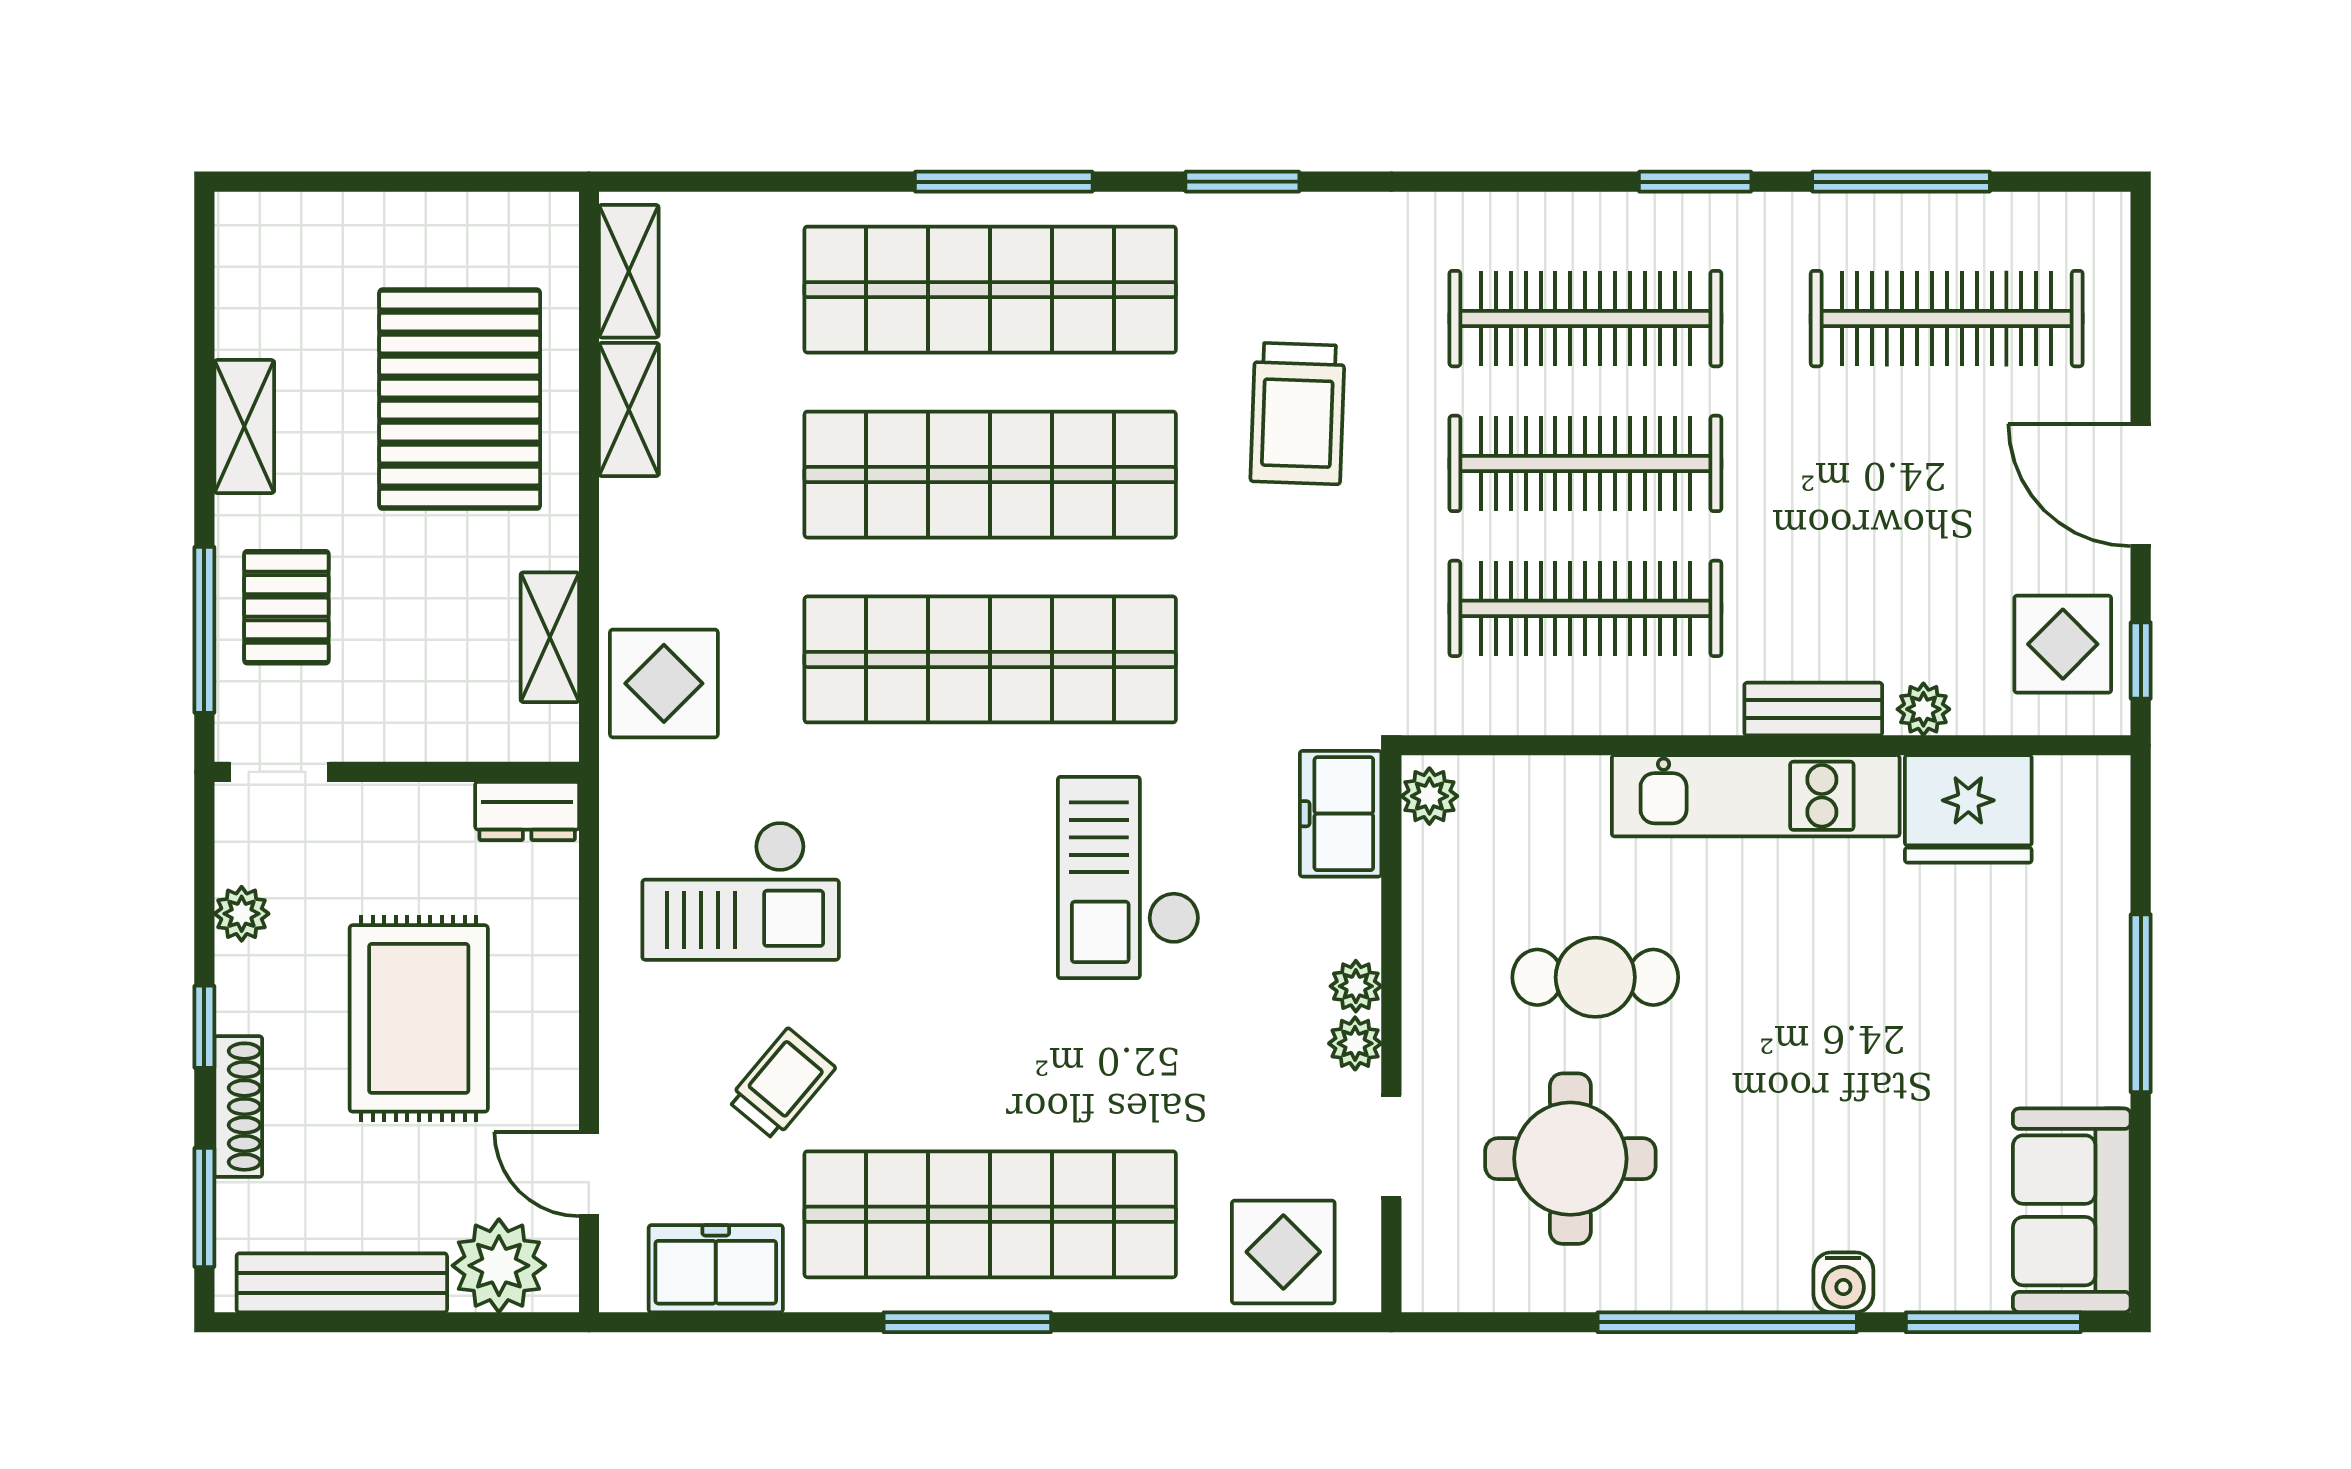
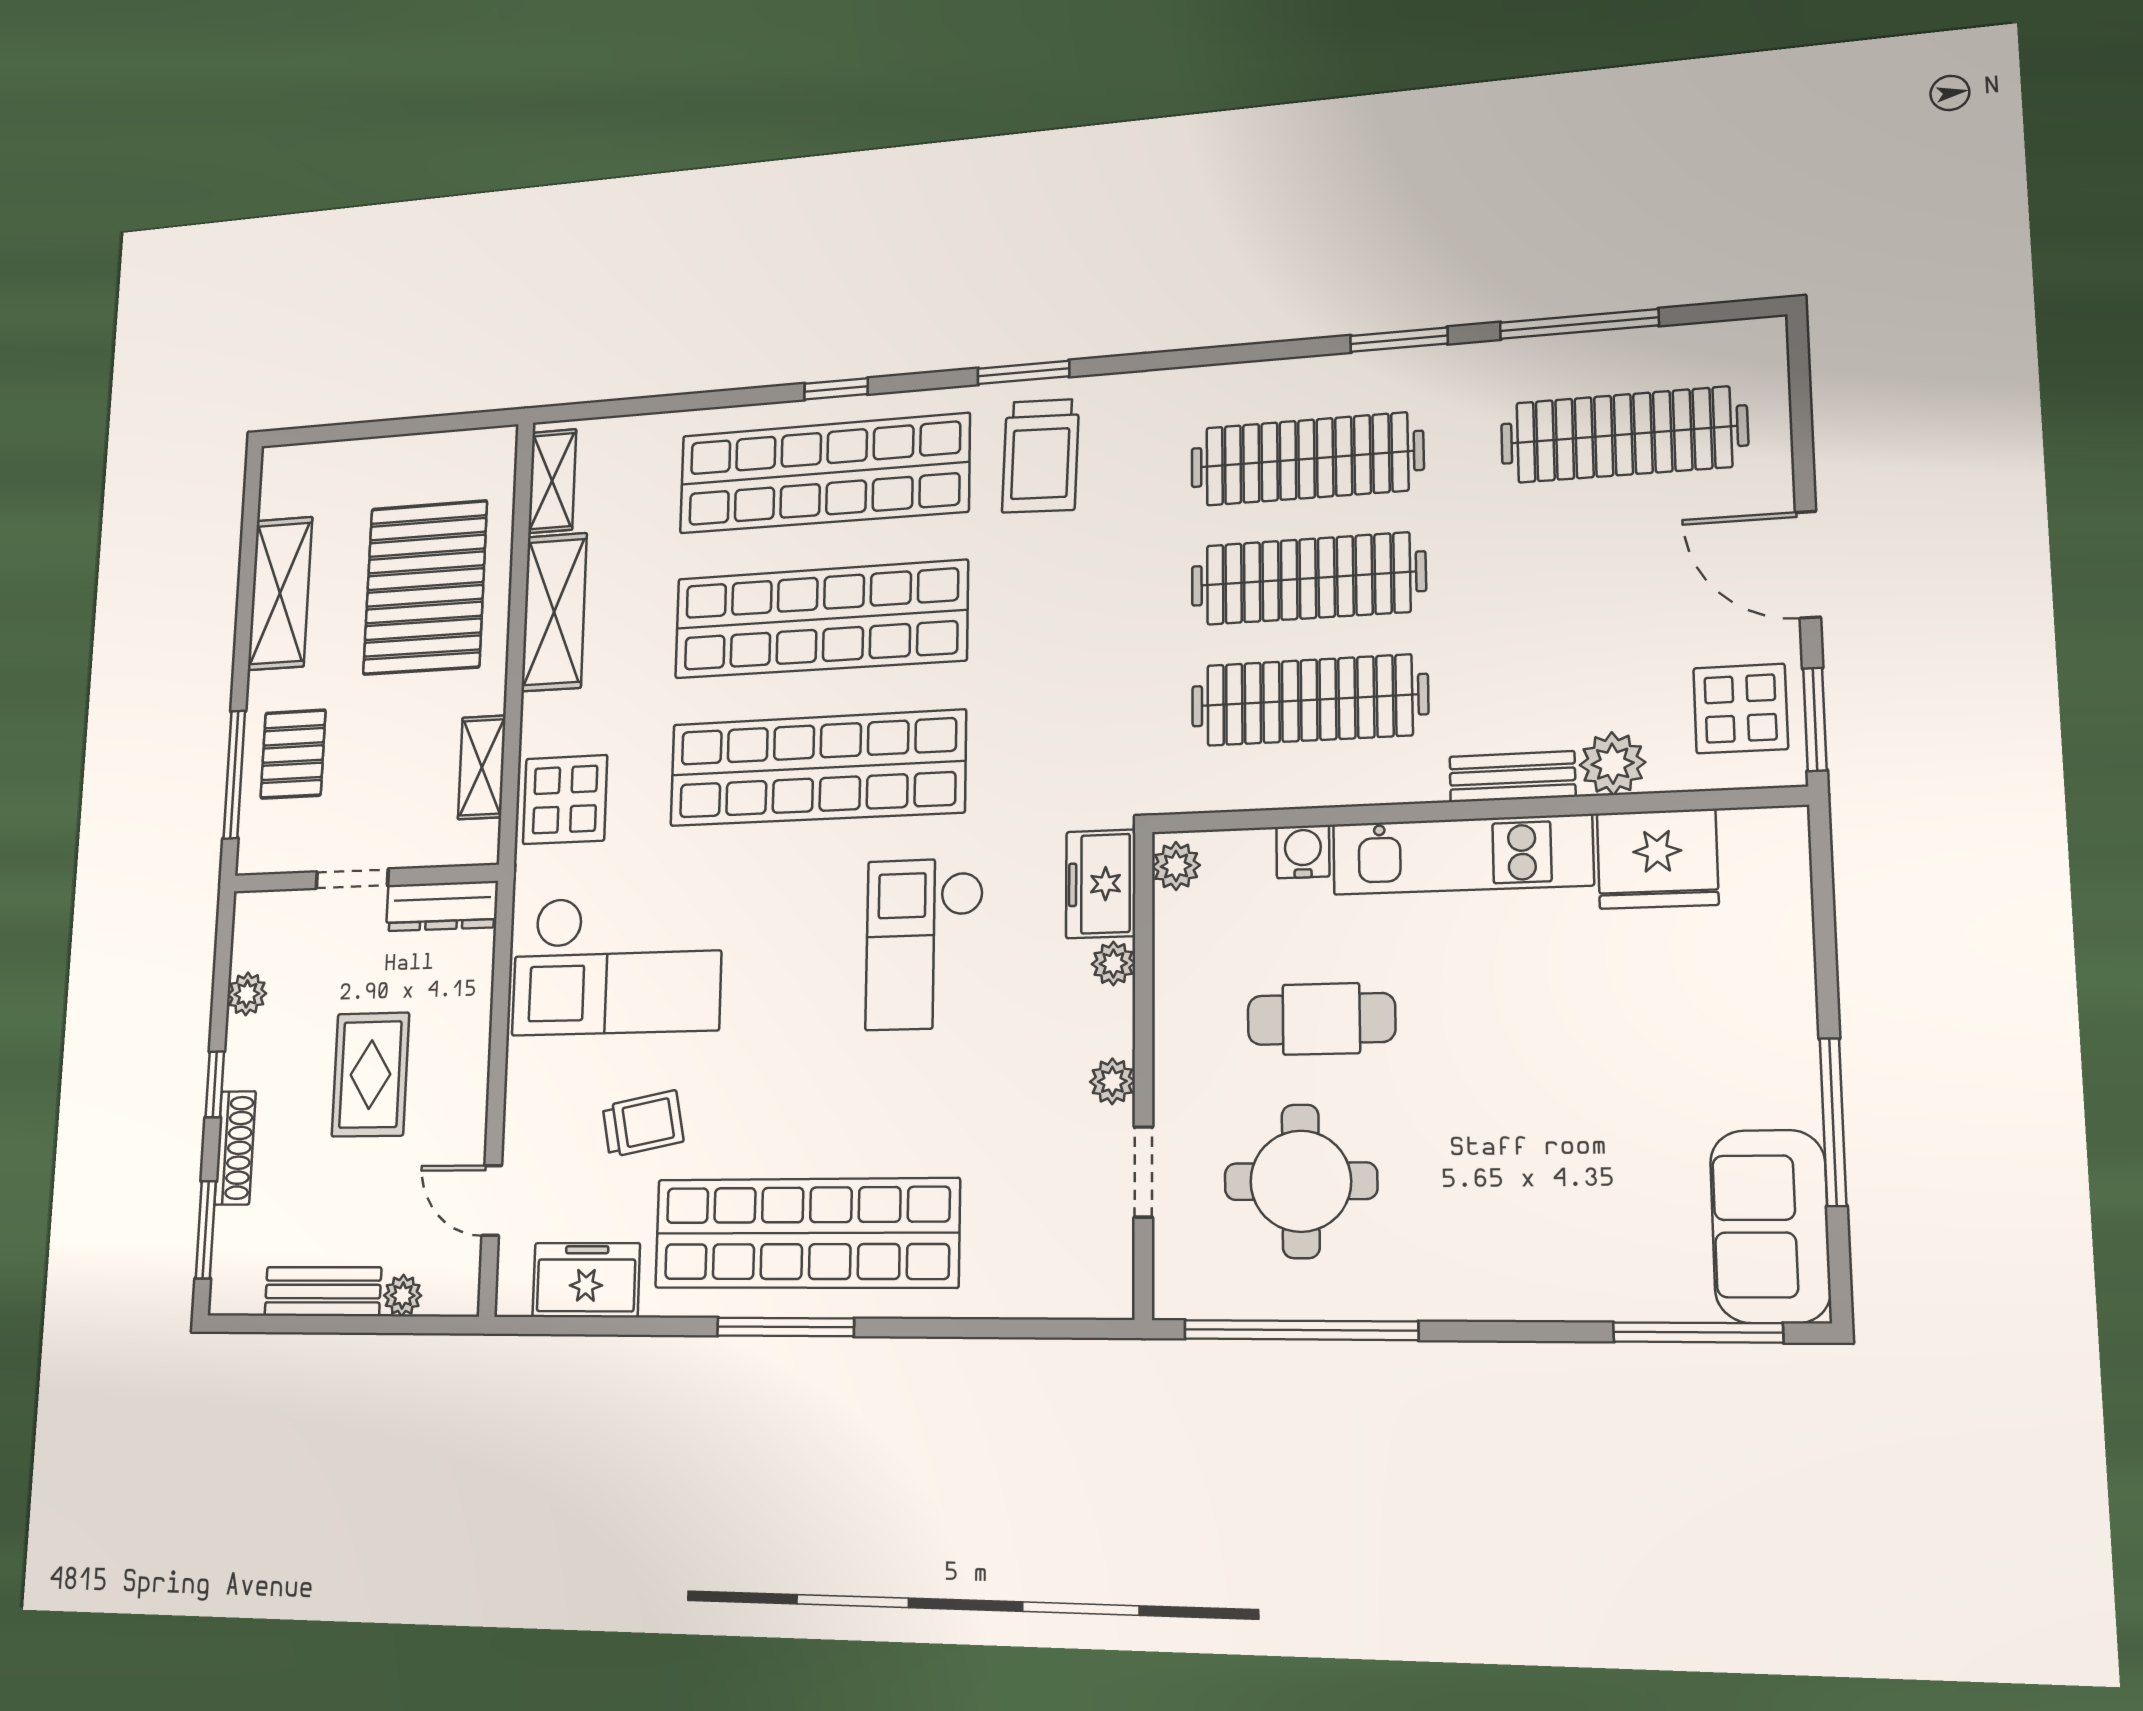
window: (1004, 182) -> (836, 389), width x0.46
shelving: (629, 409) -> (554, 612), width x1.50, depth x1.33
trolley: (1298, 413) -> (1040, 456), moved
shelving: (244, 427) -> (280, 593), width x1.50, depth x1.33
window: (2141, 661) -> (1815, 719), width x1.50
plant: (1923, 709) -> (1613, 764), width x1.38, depth x1.38
doorway: (279, 772) -> (352, 879), moved
dresser: (527, 811) -> (442, 906), width x1.44
checkout: (741, 891) -> (617, 964), width x1.36, depth x1.21
plant: (1356, 986) -> (1113, 963), moved
window: (2141, 1003) -> (1833, 1122), moved
rug: (419, 1018) -> (370, 1075), width x0.73, depth x0.70
trolley: (781, 1084) -> (643, 1124), turned 39
display table: (1283, 1252) -> (1050, 1266), removed
plant: (499, 1266) -> (403, 1296), width x0.53, depth x0.53
water cooler: (1843, 1282) -> (1303, 852), moved, turned 180
bench: (342, 1283) -> (323, 1291), width x0.73
window: (1727, 1322) -> (1300, 1330), moved

